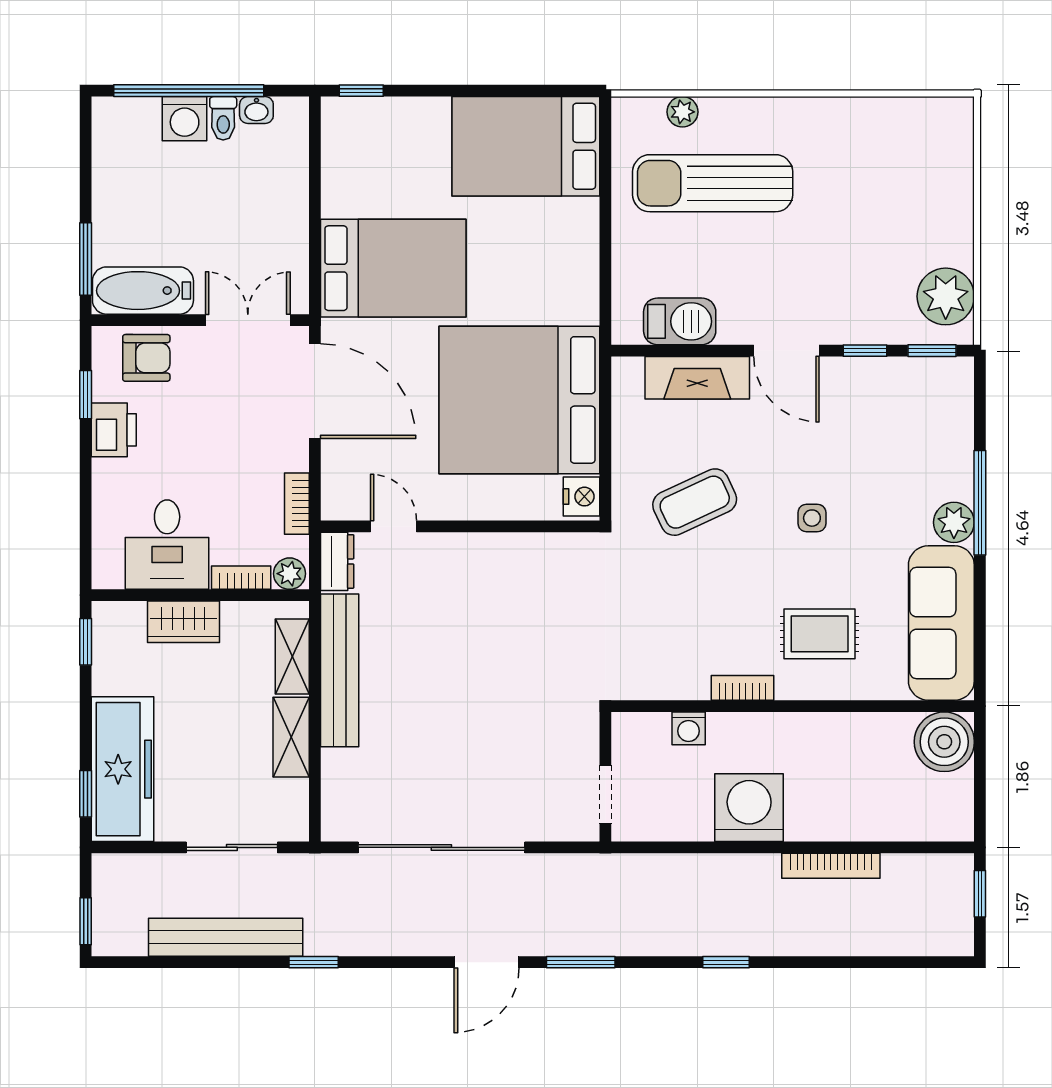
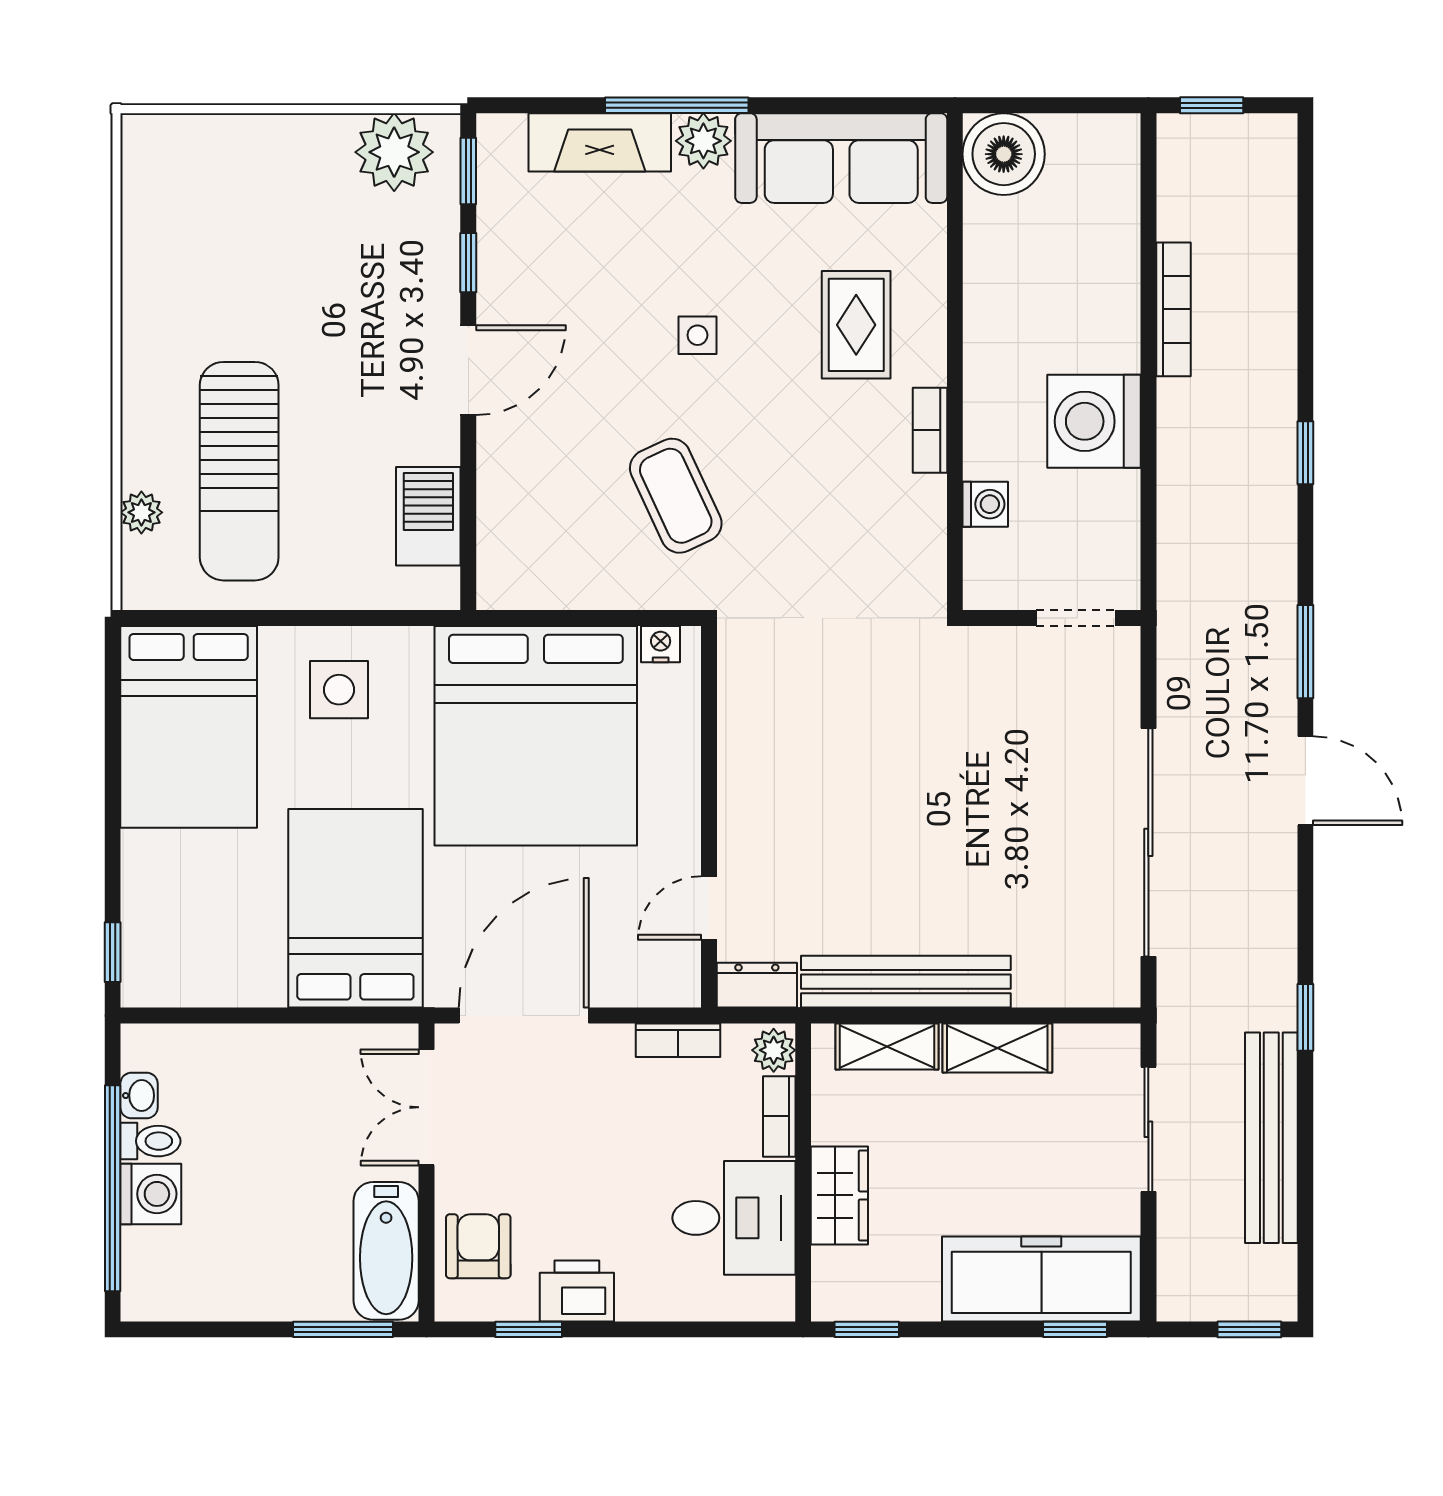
side table: (553, 256) -> (339, 690), added
fireplace: (697, 378) -> (600, 142), moved, turned 90
nightstand: (582, 497) -> (661, 644), width x0.72, depth x0.74

